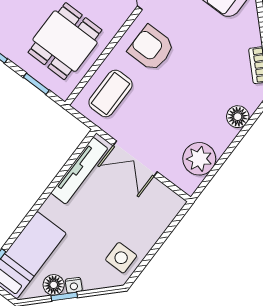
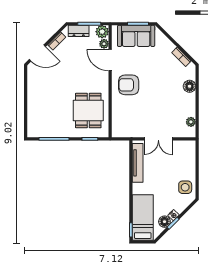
coffee table: (110, 93) -> (126, 118), removed
plant: (199, 159) -> (191, 122), width x0.53, depth x0.53

